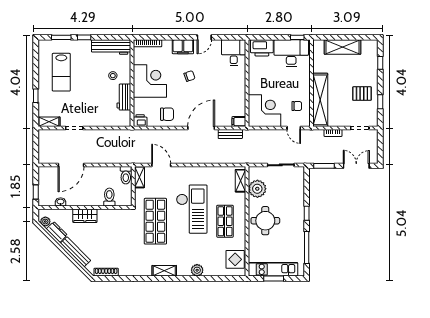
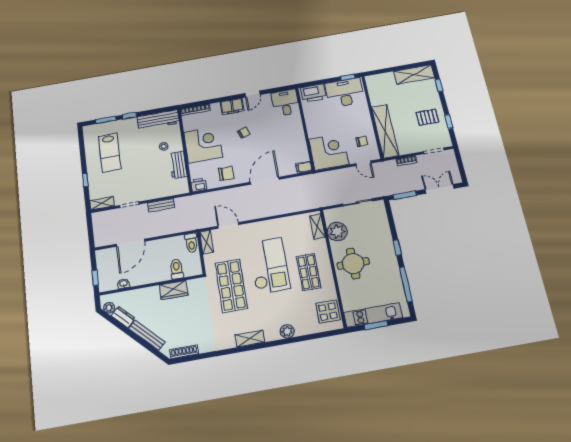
shelving: (343, 47) -> (414, 74), moved
bench: (230, 134) -> (161, 205), moved
wardrobe: (85, 216) -> (174, 290), moved

